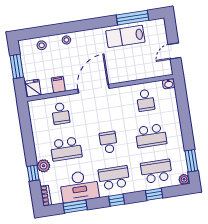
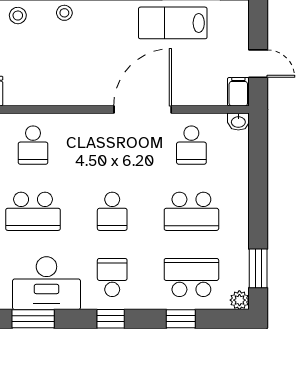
door: (174, 51) -> (258, 64), swing flipped
filing cabinet: (58, 84) -> (238, 92), moved
door: (94, 89) -> (143, 109), moved
school desk: (109, 142) -> (112, 211), turned 180
school desk: (114, 178) -> (112, 278), width x0.54

